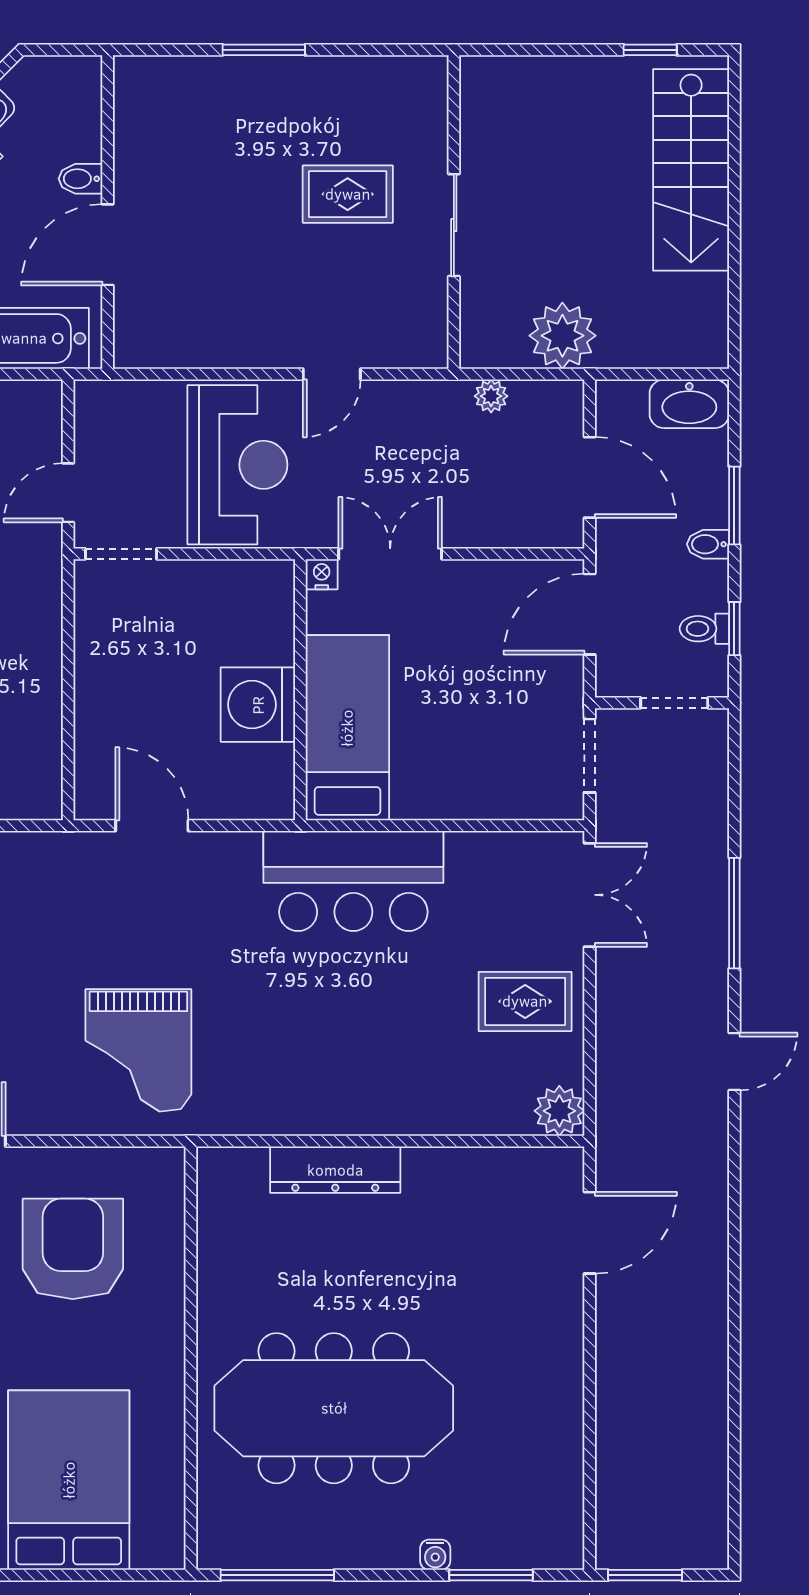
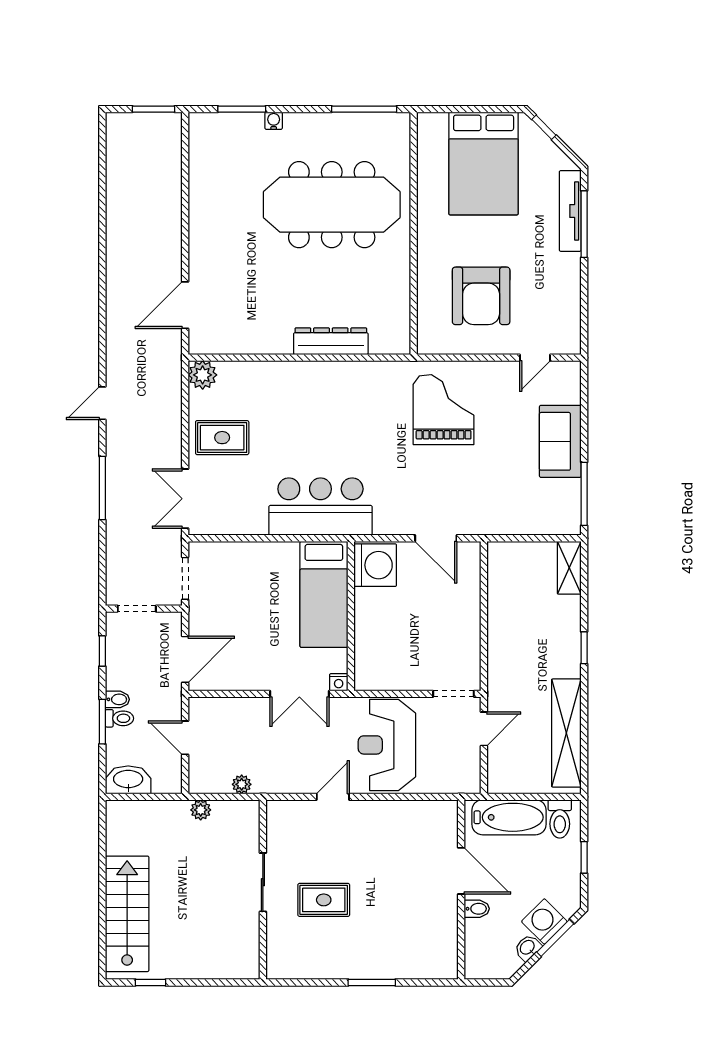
door: (108, 245) -> (461, 871), hinge flipped
plant: (562, 336) -> (201, 810), width x0.53, depth x0.53
door: (590, 477) -> (185, 738), width x0.73
toilet: (704, 629) -> (119, 718), moved
washing machine: (258, 705) -> (375, 565), moved

